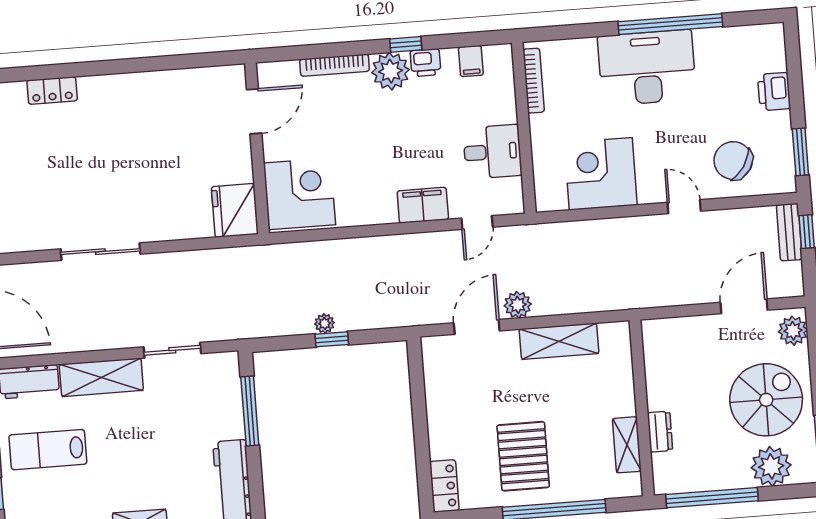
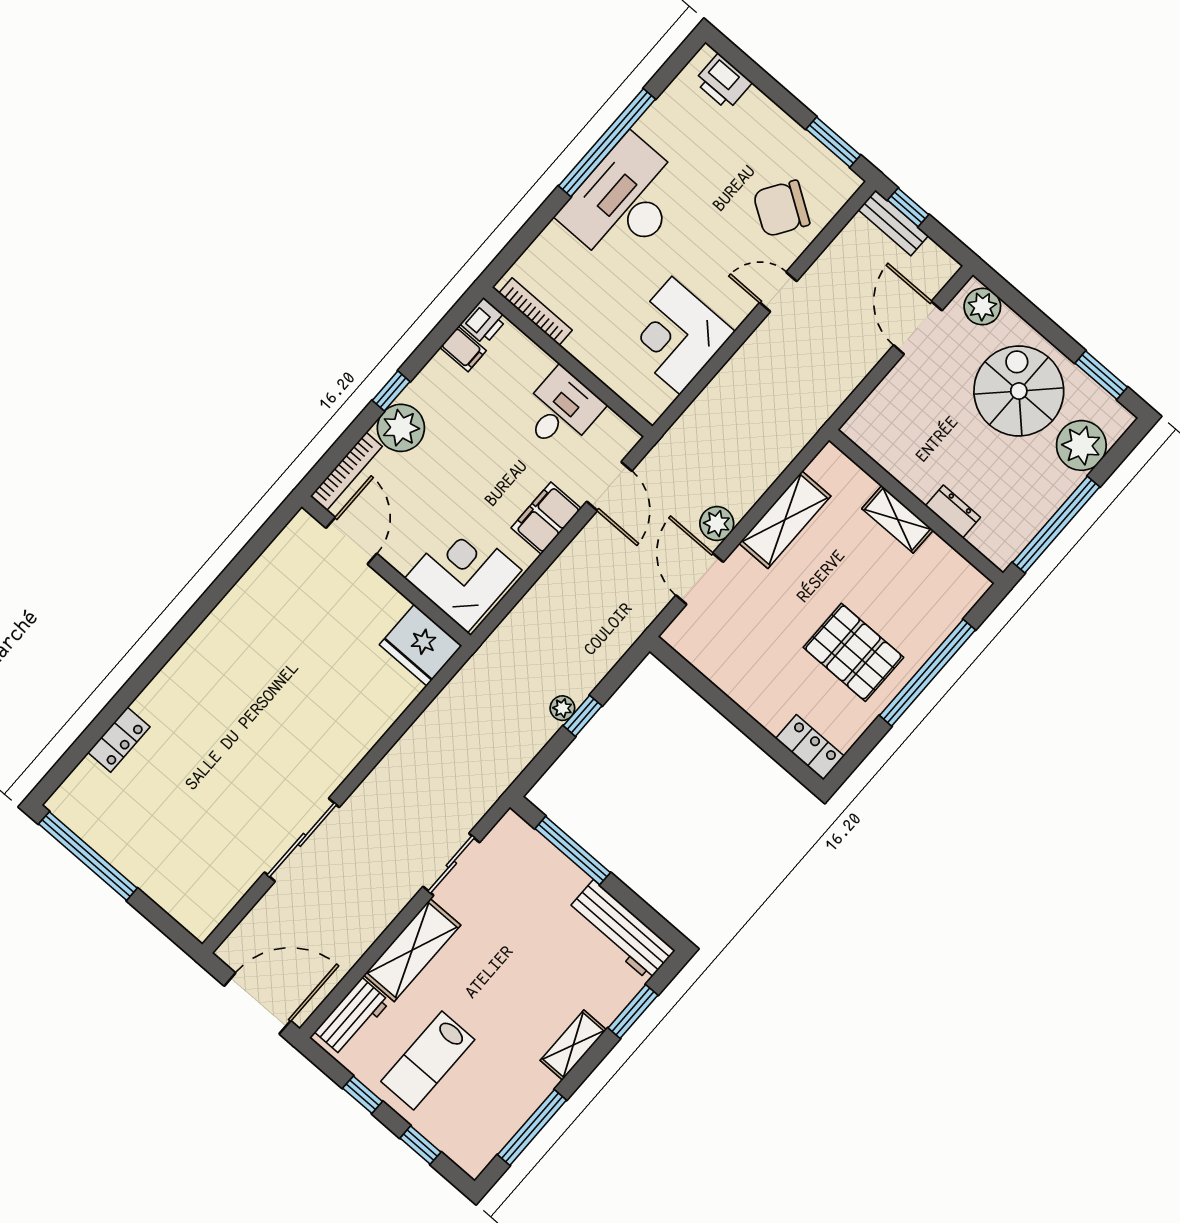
printer: (426, 63) -> (484, 321), moved
printer: (774, 92) -> (723, 82), moved
door: (254, 111) -> (351, 541), moved
wall: (257, 148) -> (386, 571), moved
corner desk: (299, 194) -> (463, 574), moved
fridge: (235, 210) -> (421, 645), moved
door: (477, 223) -> (609, 486), width x1.38
shelving: (627, 445) -> (897, 519), moved

